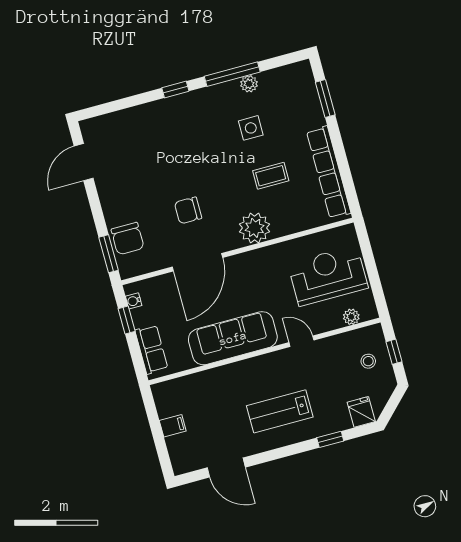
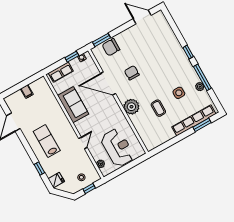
row of seats: (329, 172) -> (194, 120), moved
sofa: (233, 338) -> (73, 105), width x0.73

